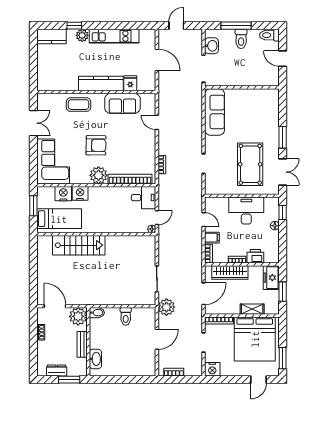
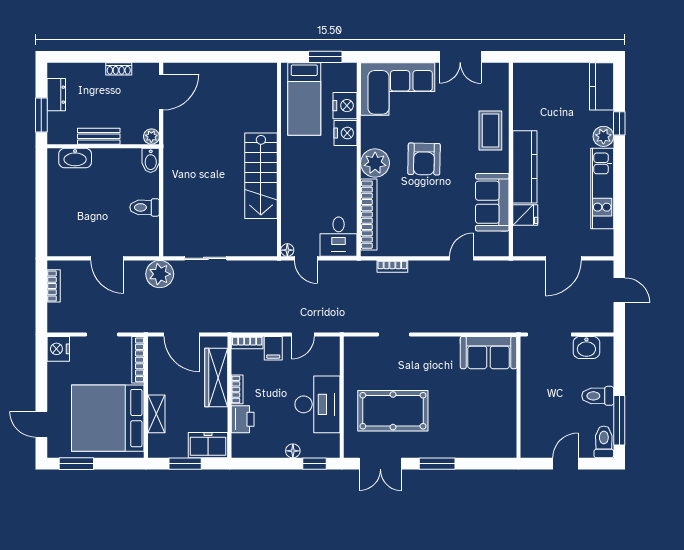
window: (236, 26) -> (619, 420), moved
sofa: (215, 112) -> (489, 353), width x0.73
stairs: (79, 245) -> (261, 176), moved
plant: (78, 316) -> (151, 137), width x0.53, depth x0.53

